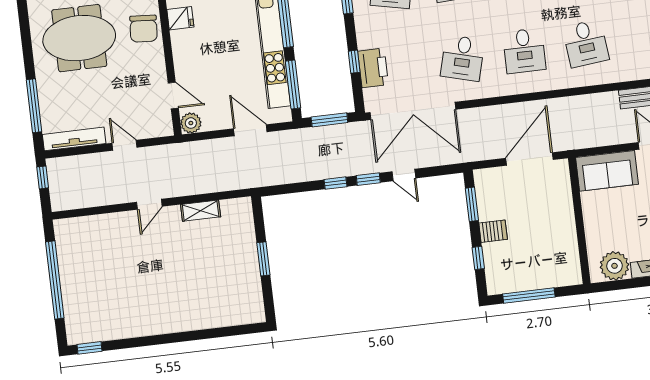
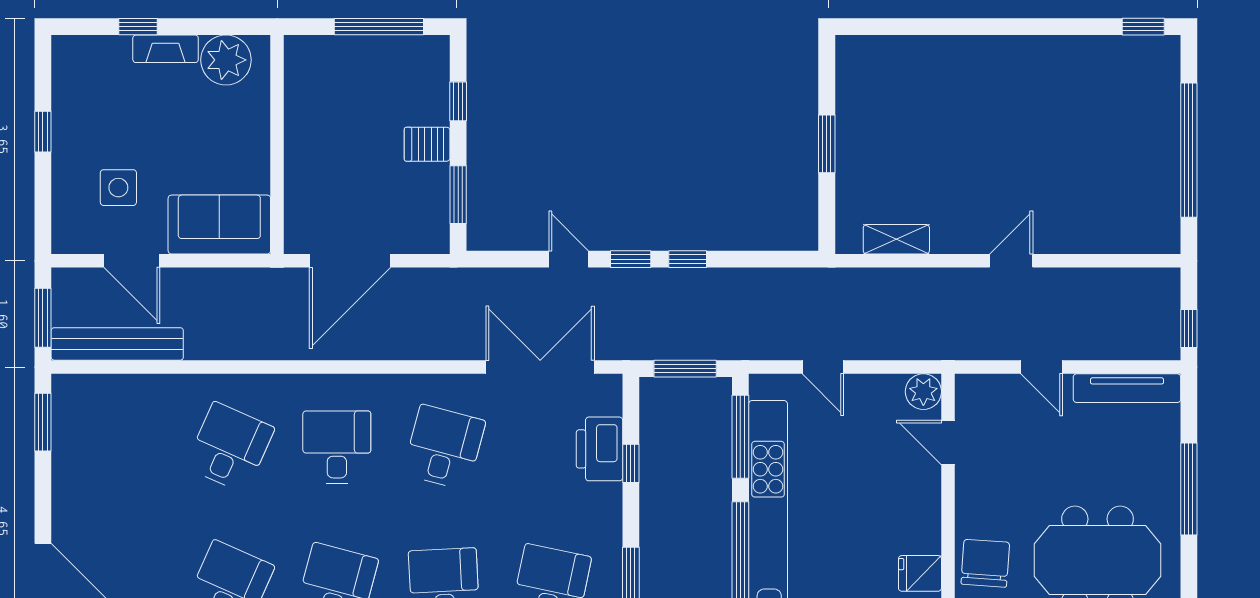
desk: (586, 43) -> (230, 447), turned 30
window: (34, 106) -> (1189, 489), moved
double door: (413, 111) -> (540, 367), width x0.73
door: (250, 130) -> (823, 367), width x0.73
shelving: (201, 211) -> (896, 239), moved

